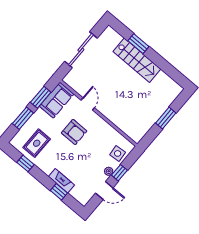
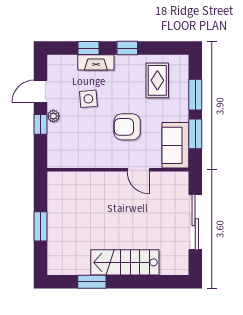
window: (138, 44) -> (92, 282), moved
side table: (118, 153) -> (88, 99), moved
window: (25, 163) -> (127, 48), moved

